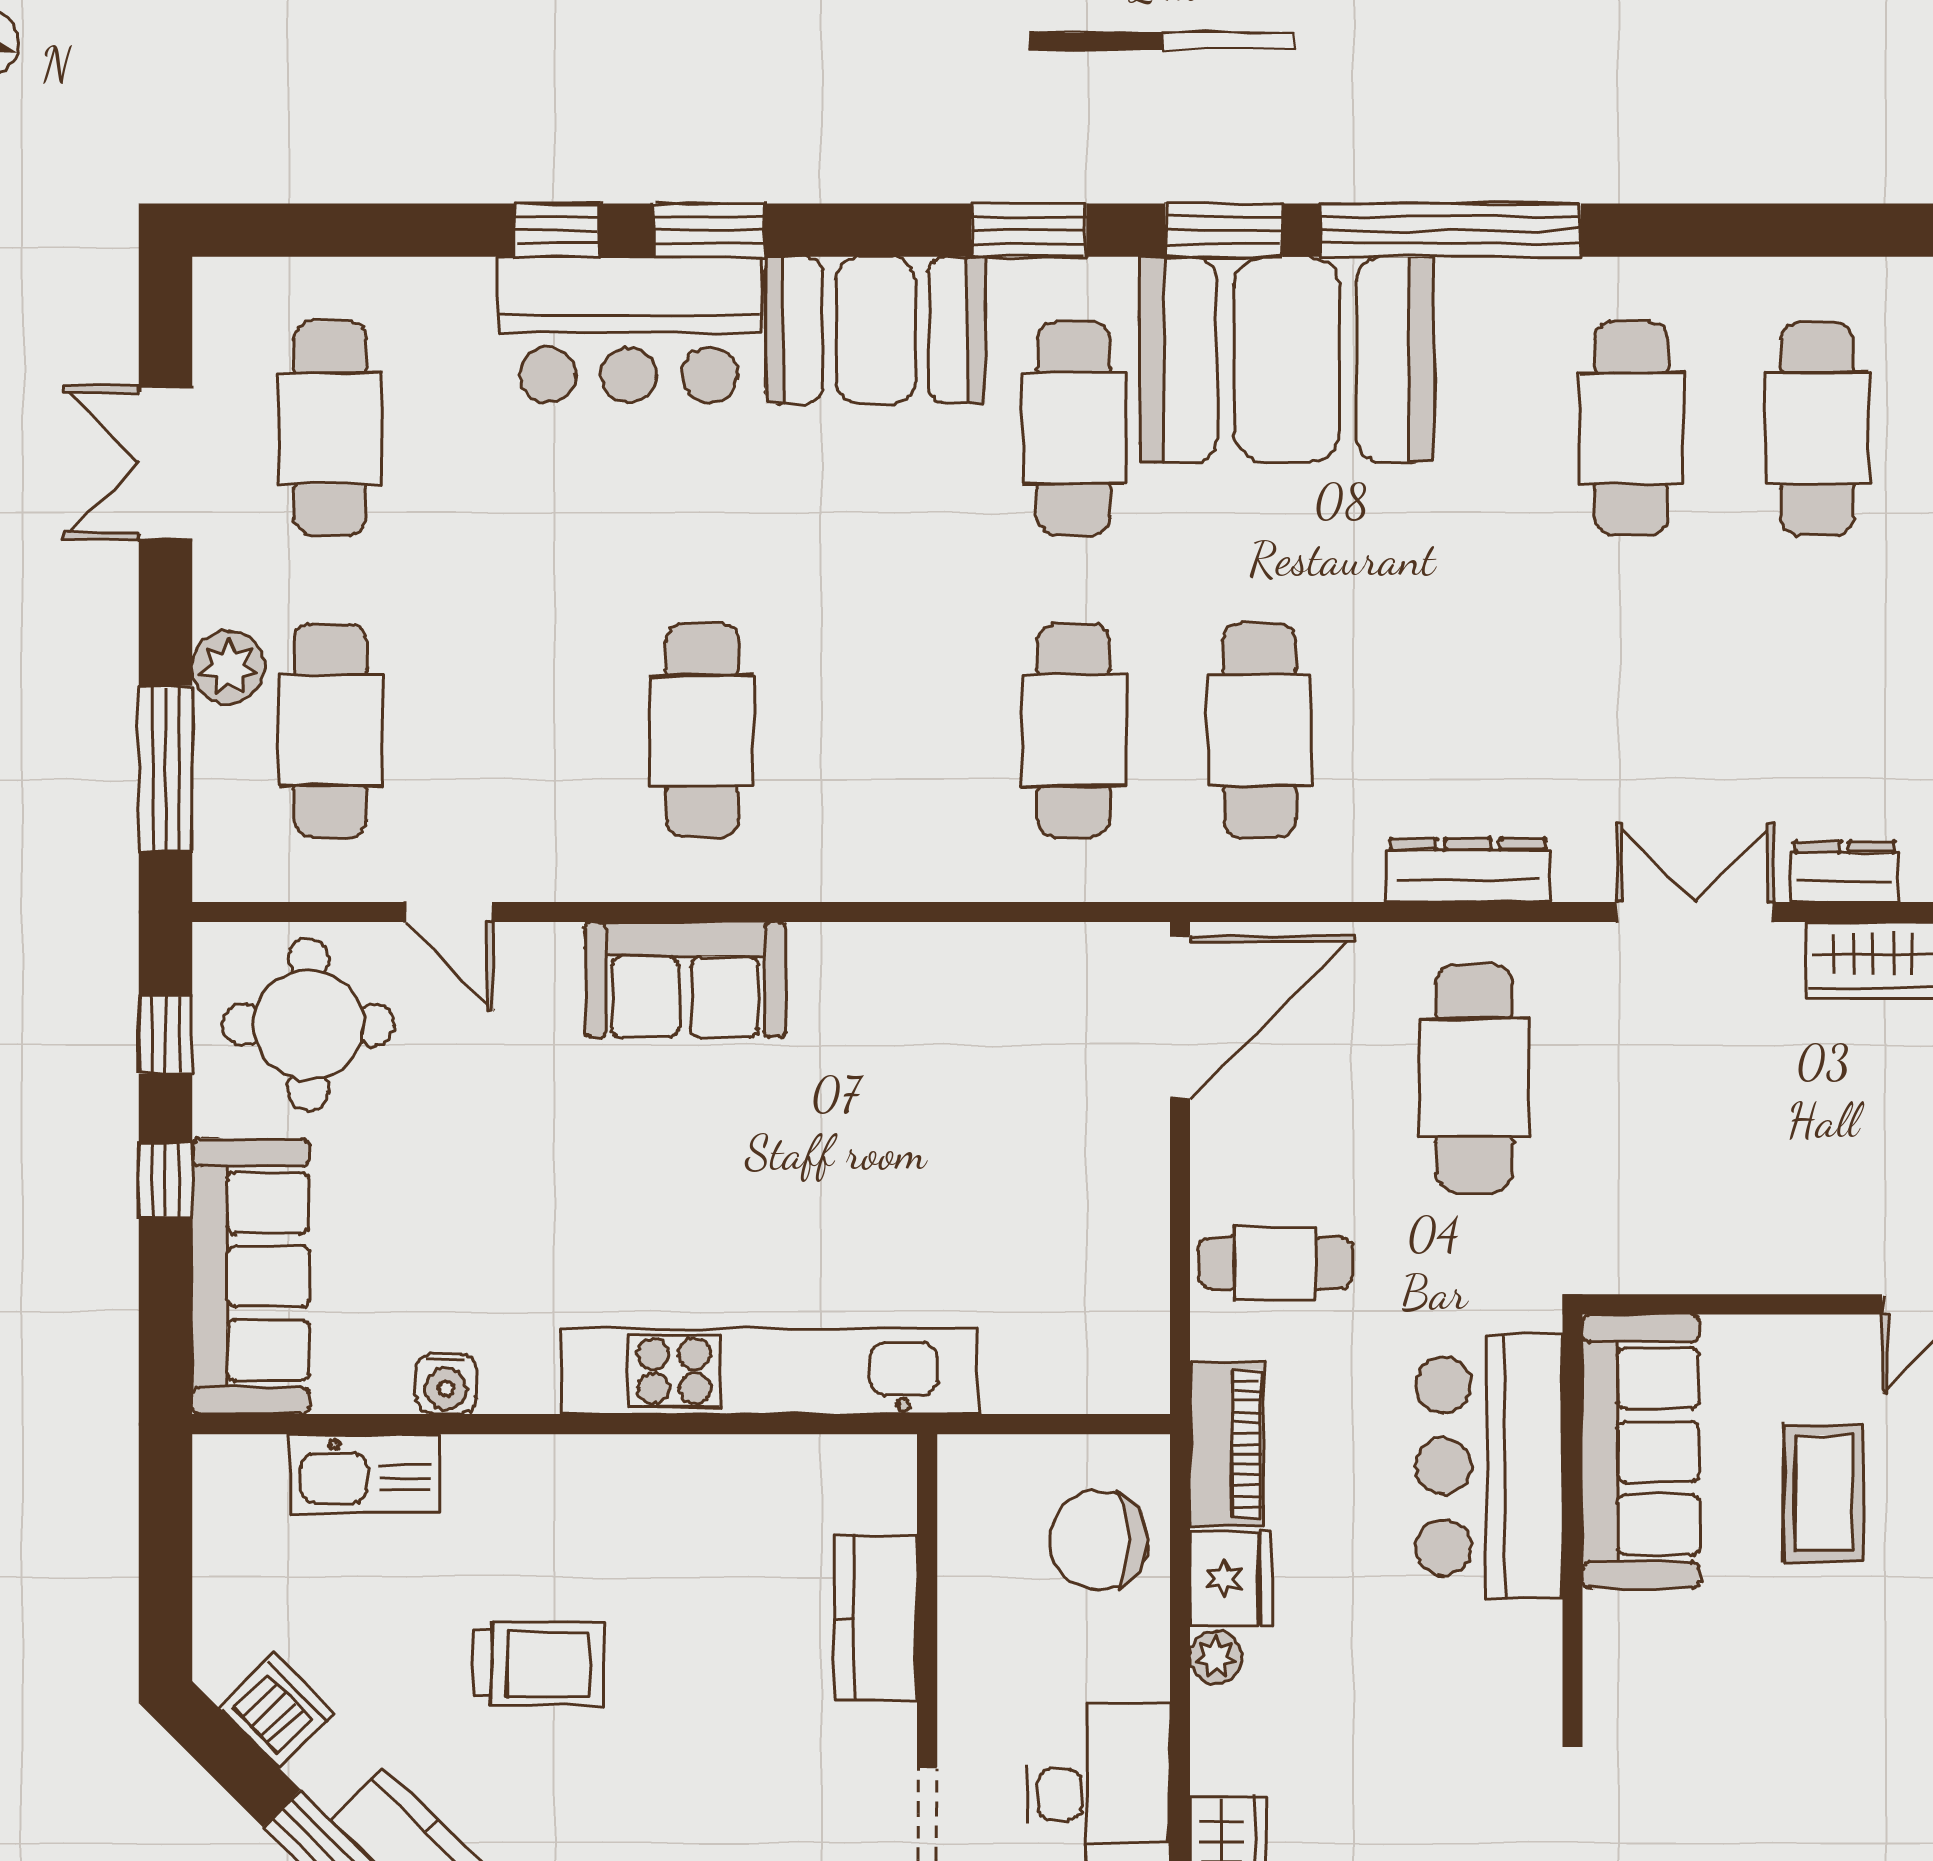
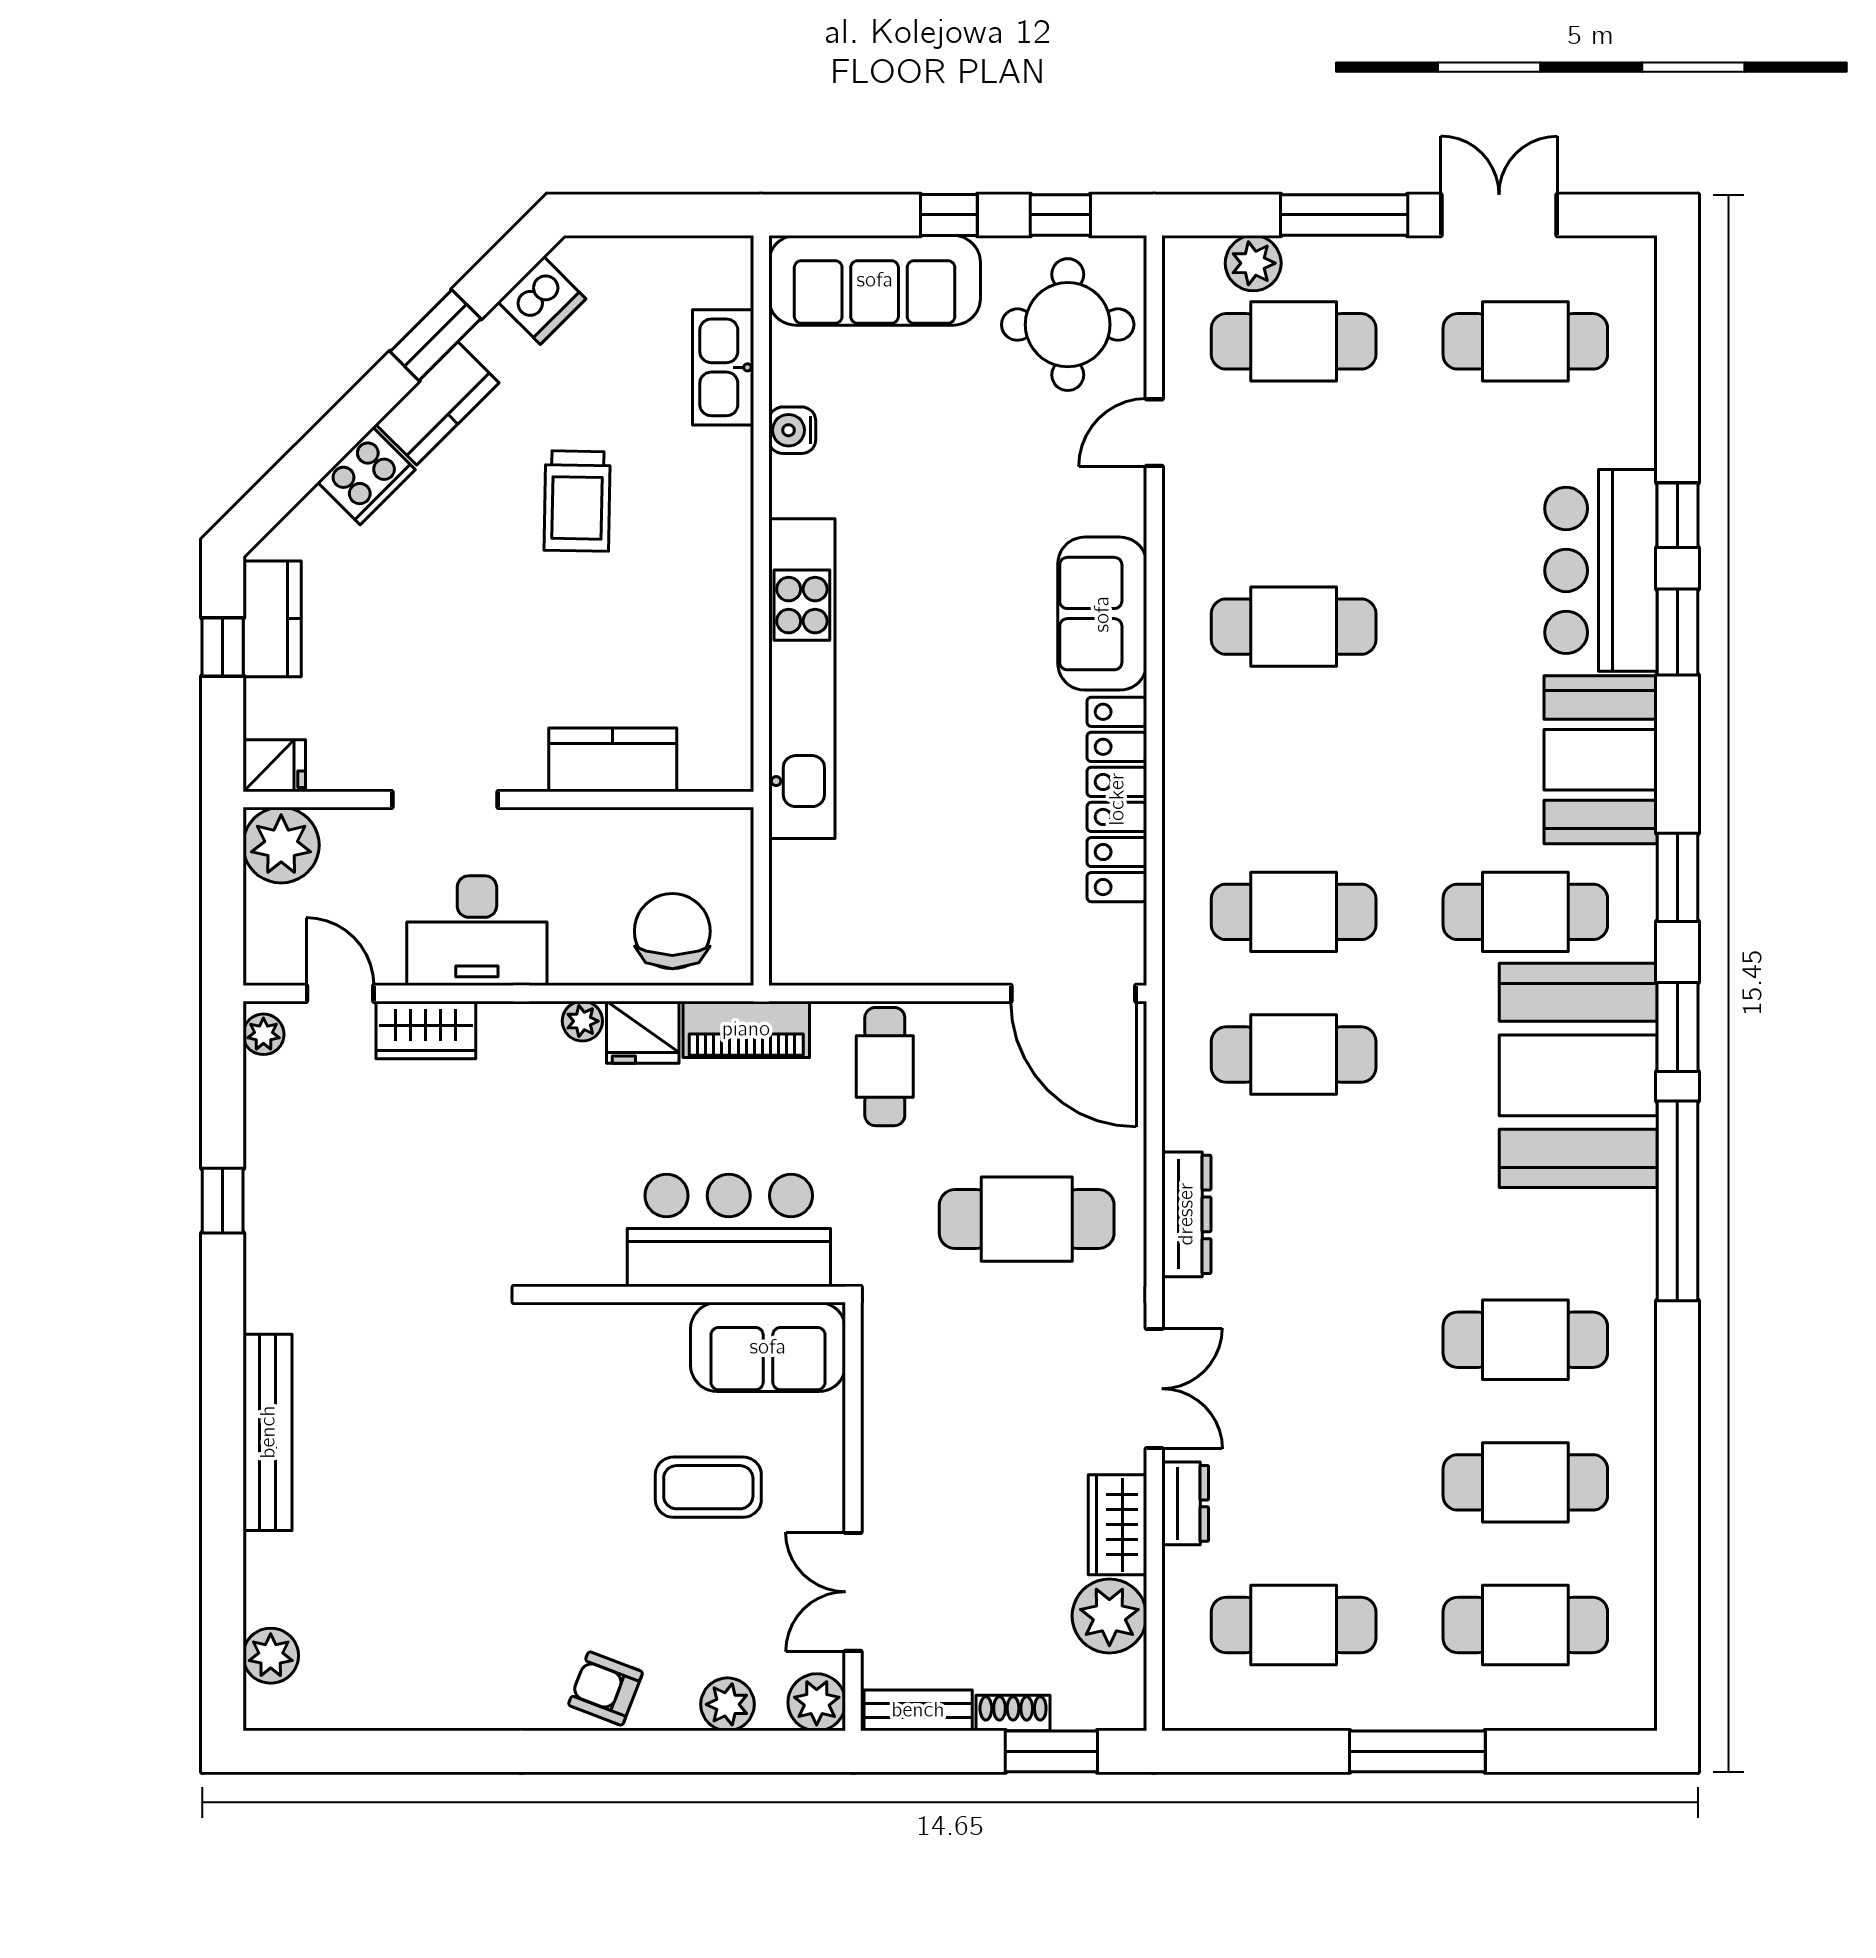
plant: (228, 667) -> (1253, 263), moved
window: (166, 769) -> (1344, 215), moved
locker: (927, 961) -> (1117, 799), added
sofa: (1641, 1452) -> (768, 1347), width x0.73

